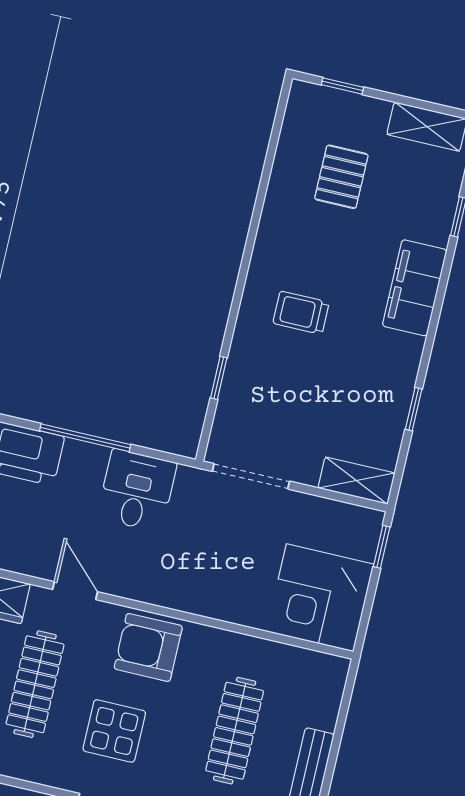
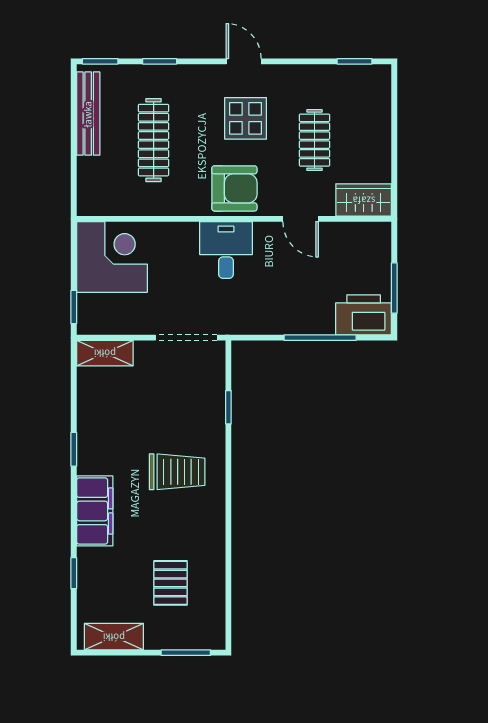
window: (342, 86) -> (186, 653), width x1.50
trolley: (301, 313) -> (177, 472), width x1.36, depth x1.39
window: (414, 409) -> (74, 449), moved
desk: (137, 490) -> (226, 250), moved, turned 180
clothes rail: (35, 684) -> (315, 140), width x0.73

